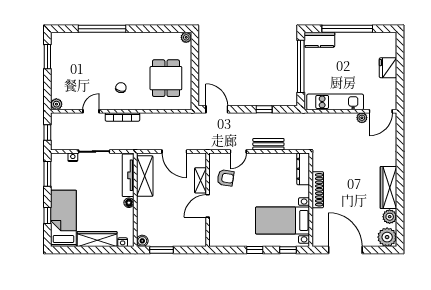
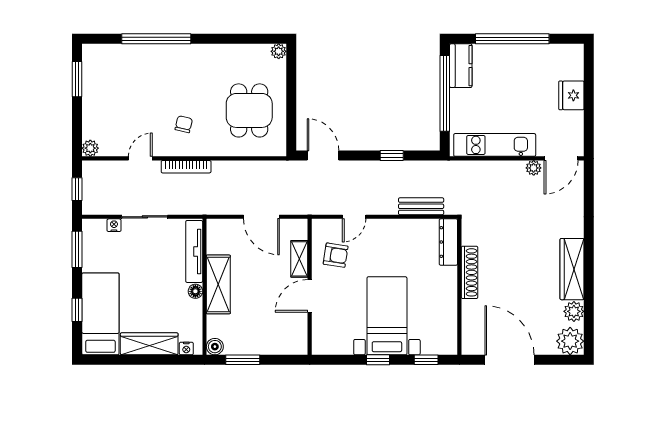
kitchen counter: (319, 40) -> (461, 66), moved, turned -90
bench: (268, 144) -> (421, 206), moved
shelving: (145, 176) -> (218, 284), moved
bed with nightstands: (283, 220) -> (387, 316), moved, turned 90

